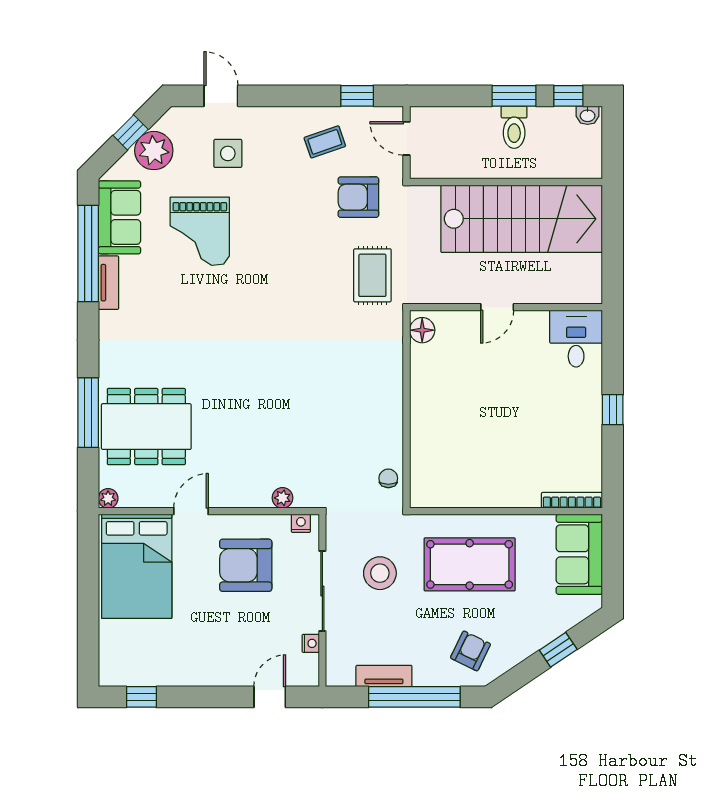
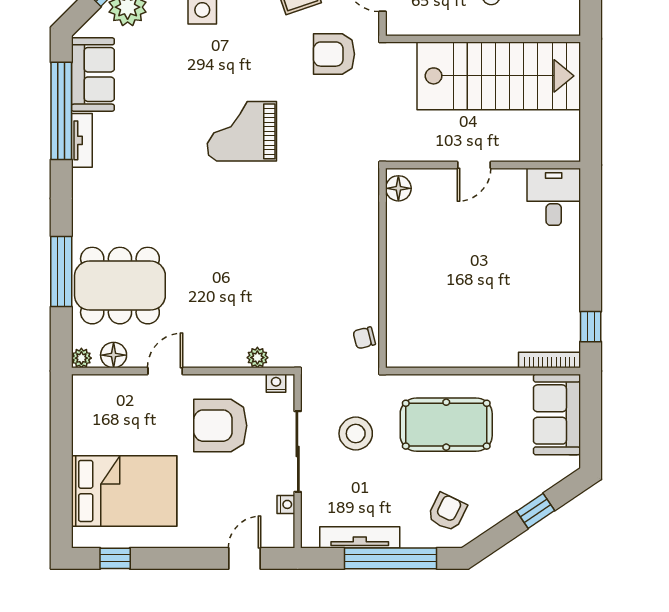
grand piano: (200, 231) -> (242, 131), moved, turned 90
rug: (372, 275) -> (348, 133), removed
window: (613, 410) -> (591, 327), moved
chair: (388, 478) -> (364, 338), turned -104
floor lamp: (140, 495) -> (114, 355), added
bed: (137, 566) -> (124, 491), moved, turned -90
tv unit: (384, 676) -> (360, 537), width x1.41

